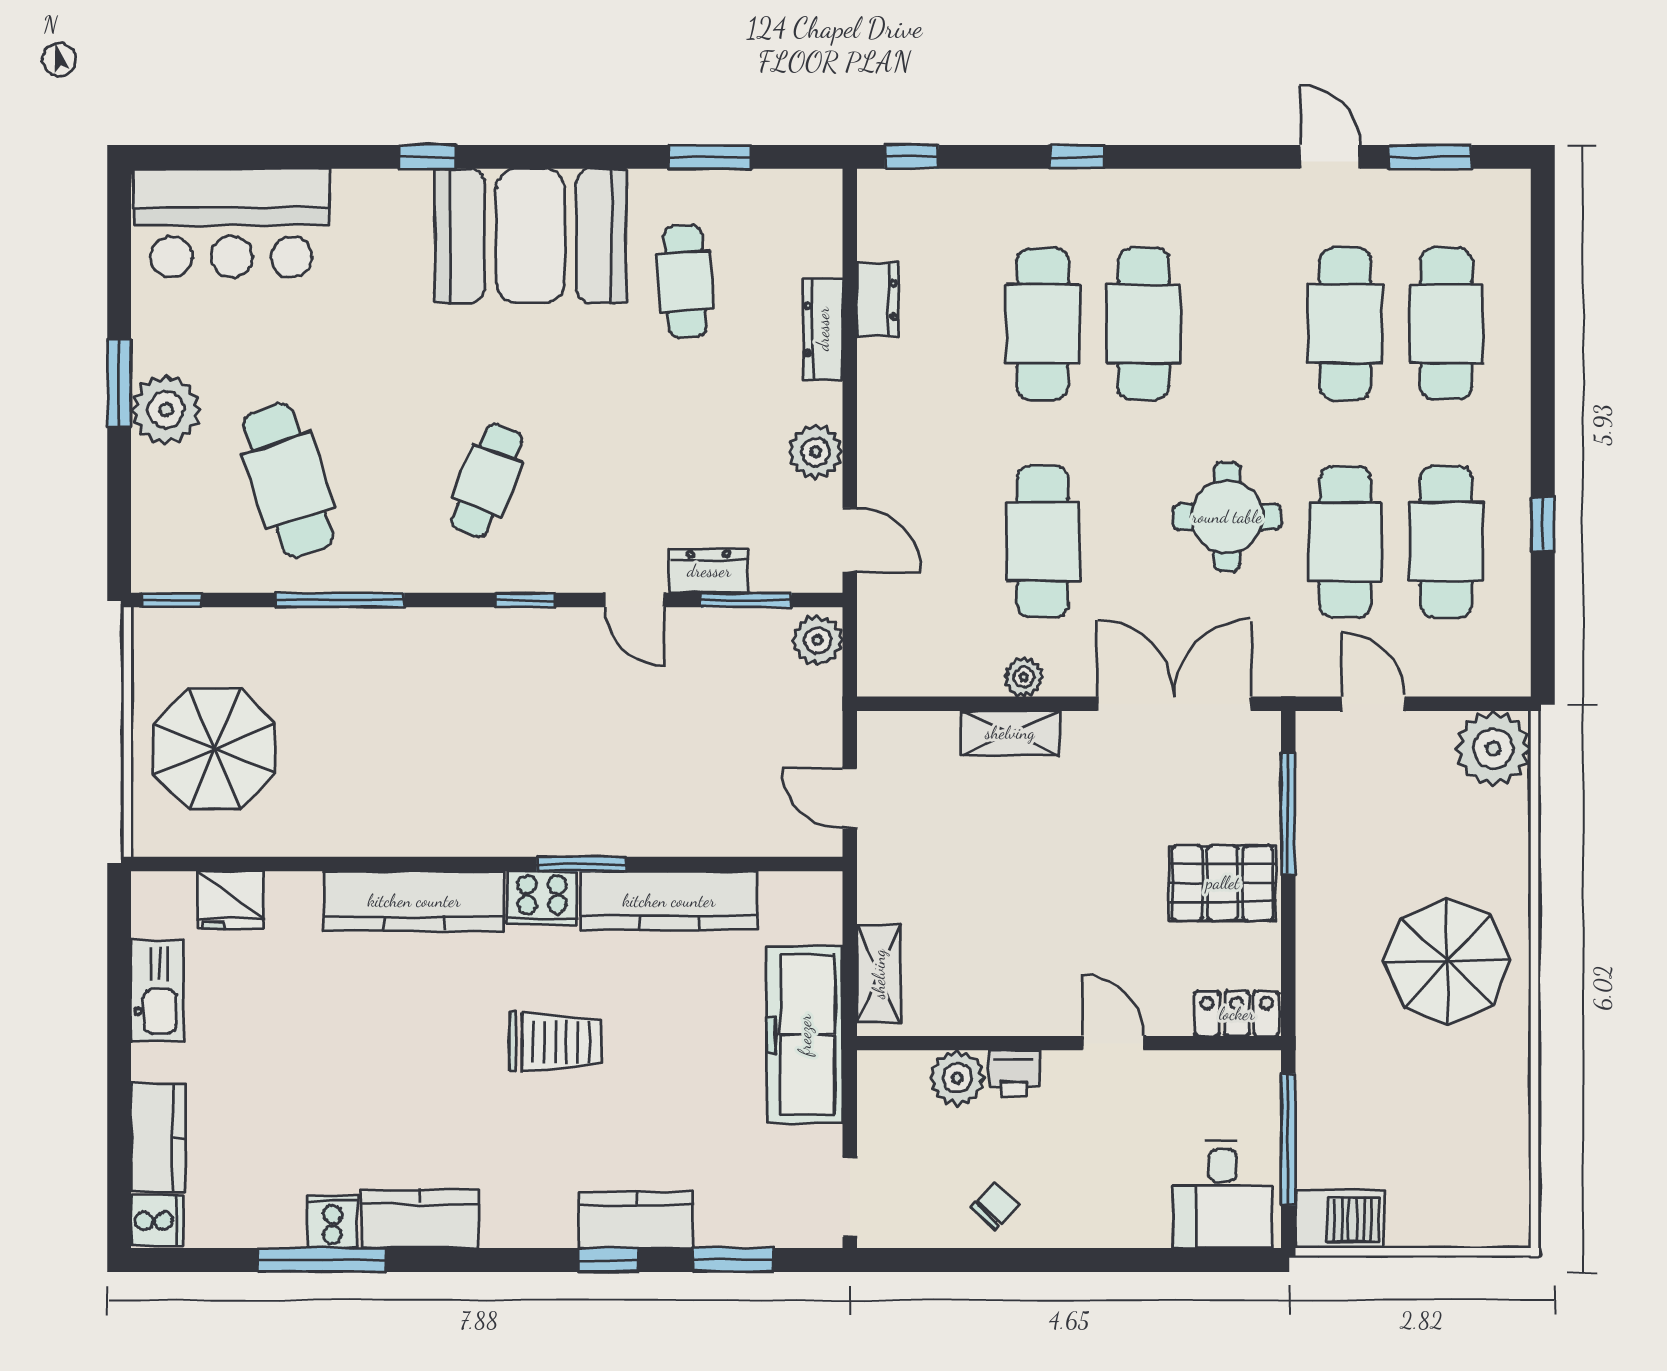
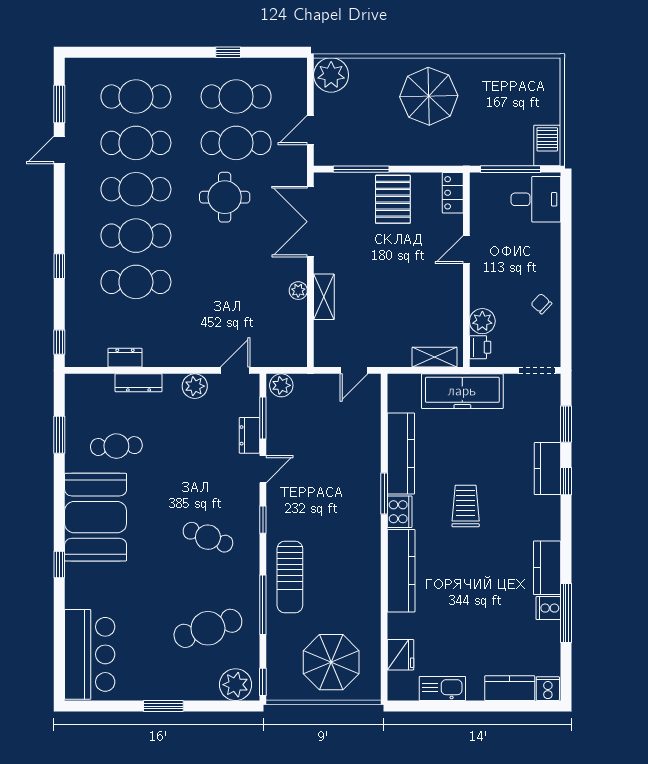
plant: (166, 410) -> (236, 685), moved
cafe table: (1043, 542) -> (136, 189), moved
sun lounger: (400, 659) -> (290, 577), added
printer: (1014, 1073) -> (480, 347), moved

